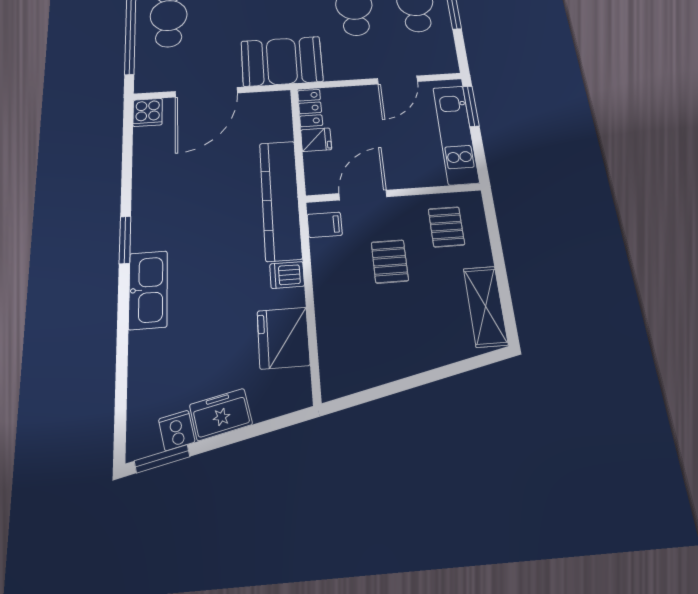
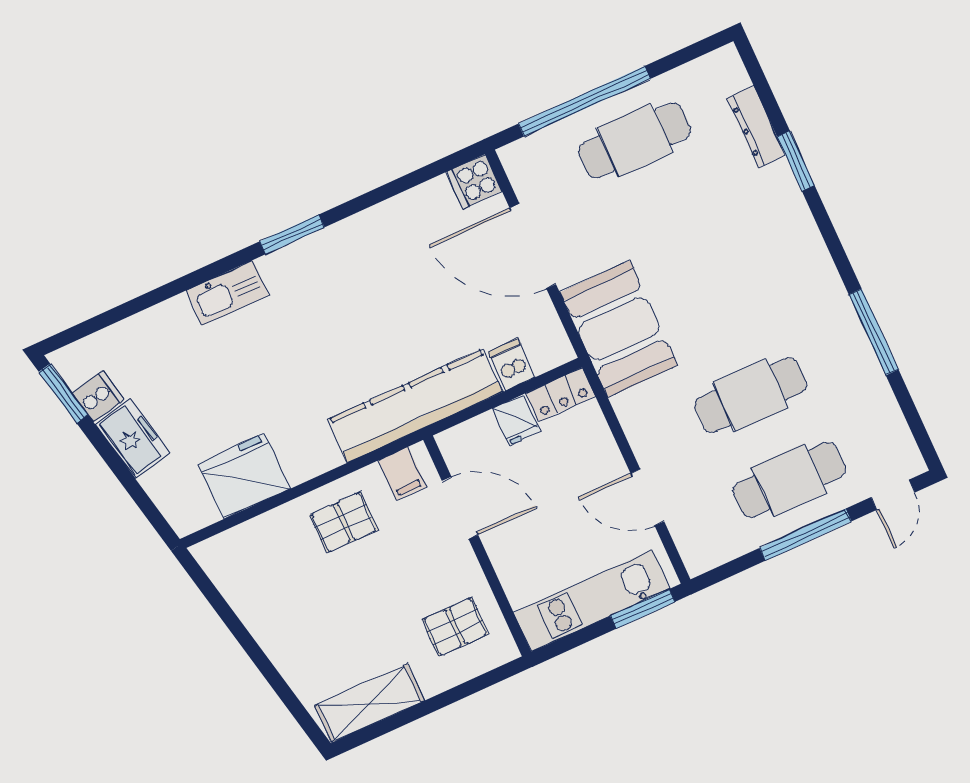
pallet: (390, 261) -> (344, 522), moved
dishwasher: (287, 275) -> (512, 364), moved
kitchen sink: (148, 290) -> (227, 293), width x0.73, depth x0.81

